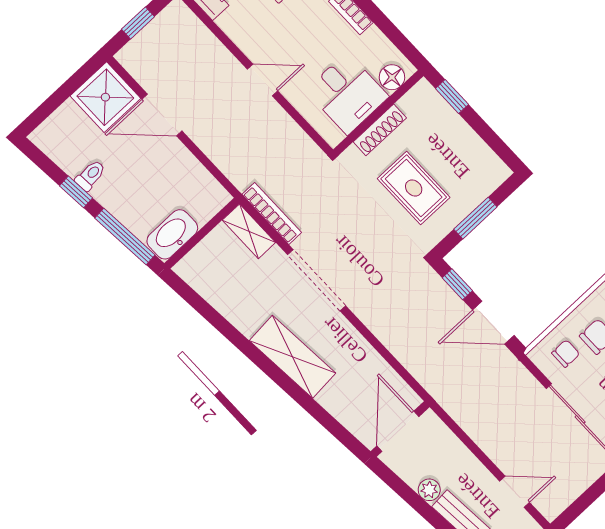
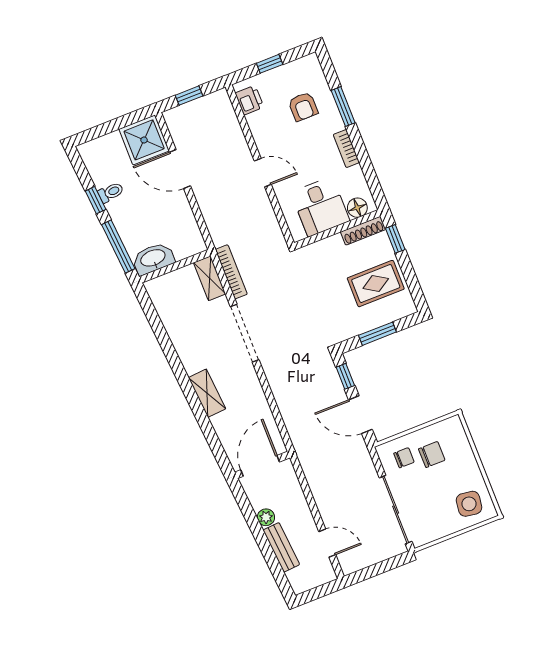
shoe rack: (380, 130) -> (363, 231), moved
rug: (414, 188) -> (376, 284), moved, turned 90
shelving: (293, 357) -> (207, 393), width x0.67, depth x0.75

